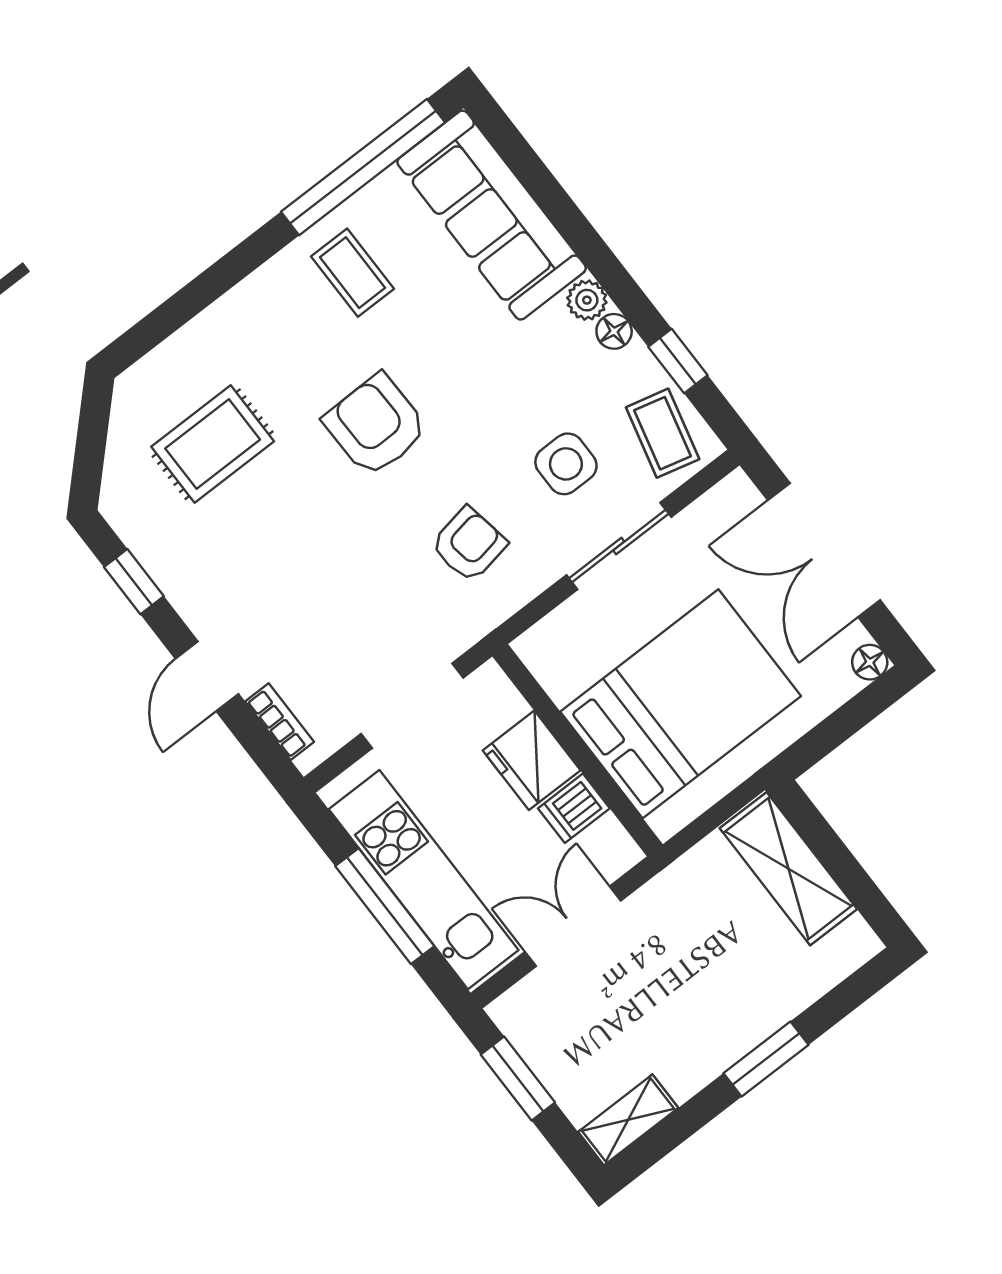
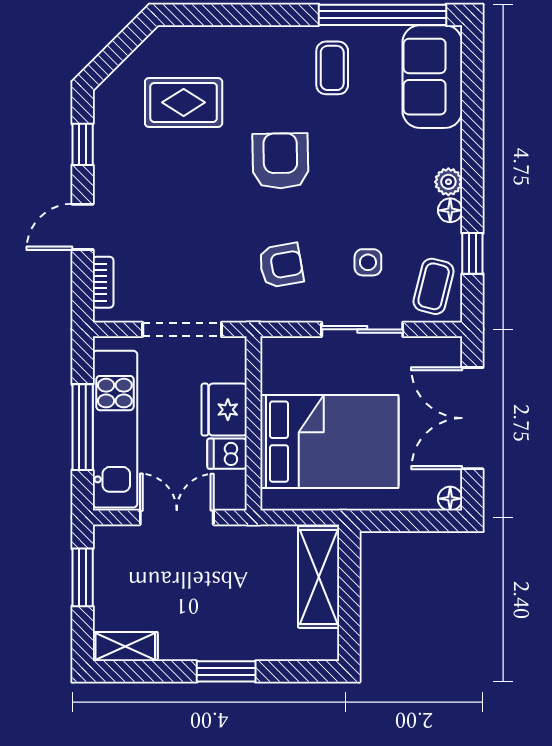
sofa: (492, 215) -> (432, 77), width x0.73
side table: (566, 464) -> (368, 262), width x0.73, depth x0.73

